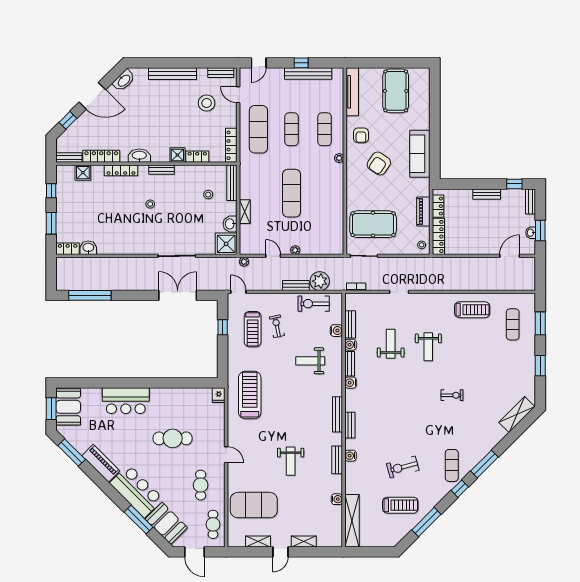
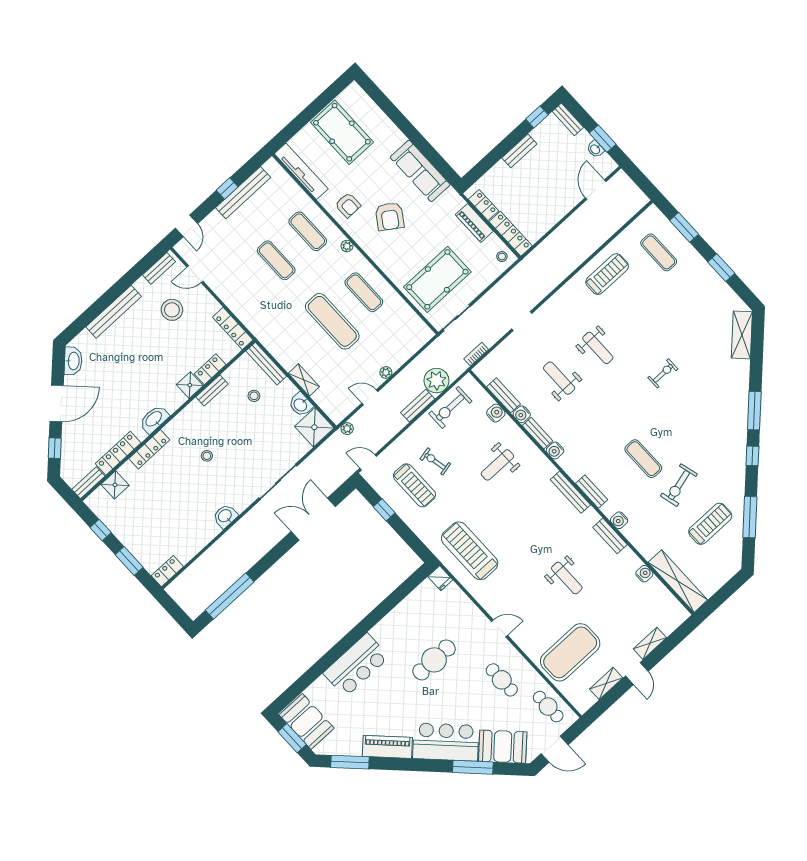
exercise mat: (258, 129) -> (364, 292), moved, width x0.73, depth x0.69
bench: (162, 170) -> (212, 390), moved
washbasin: (88, 248) -> (225, 516), moved
exercise mat: (452, 465) -> (643, 459), moved

